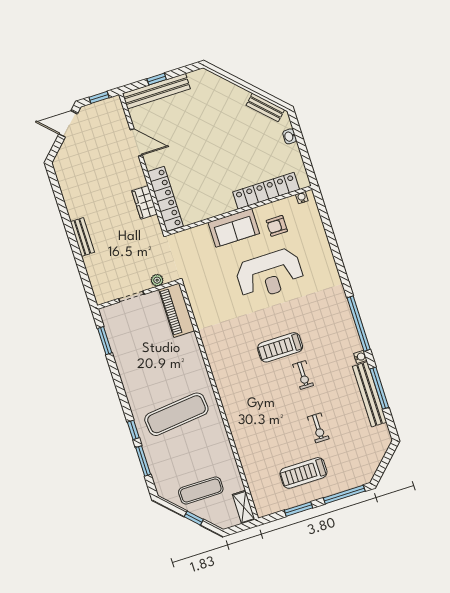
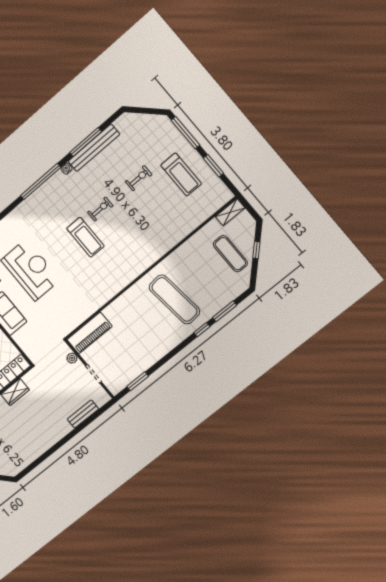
bench: (82, 237) -> (83, 414), moved

